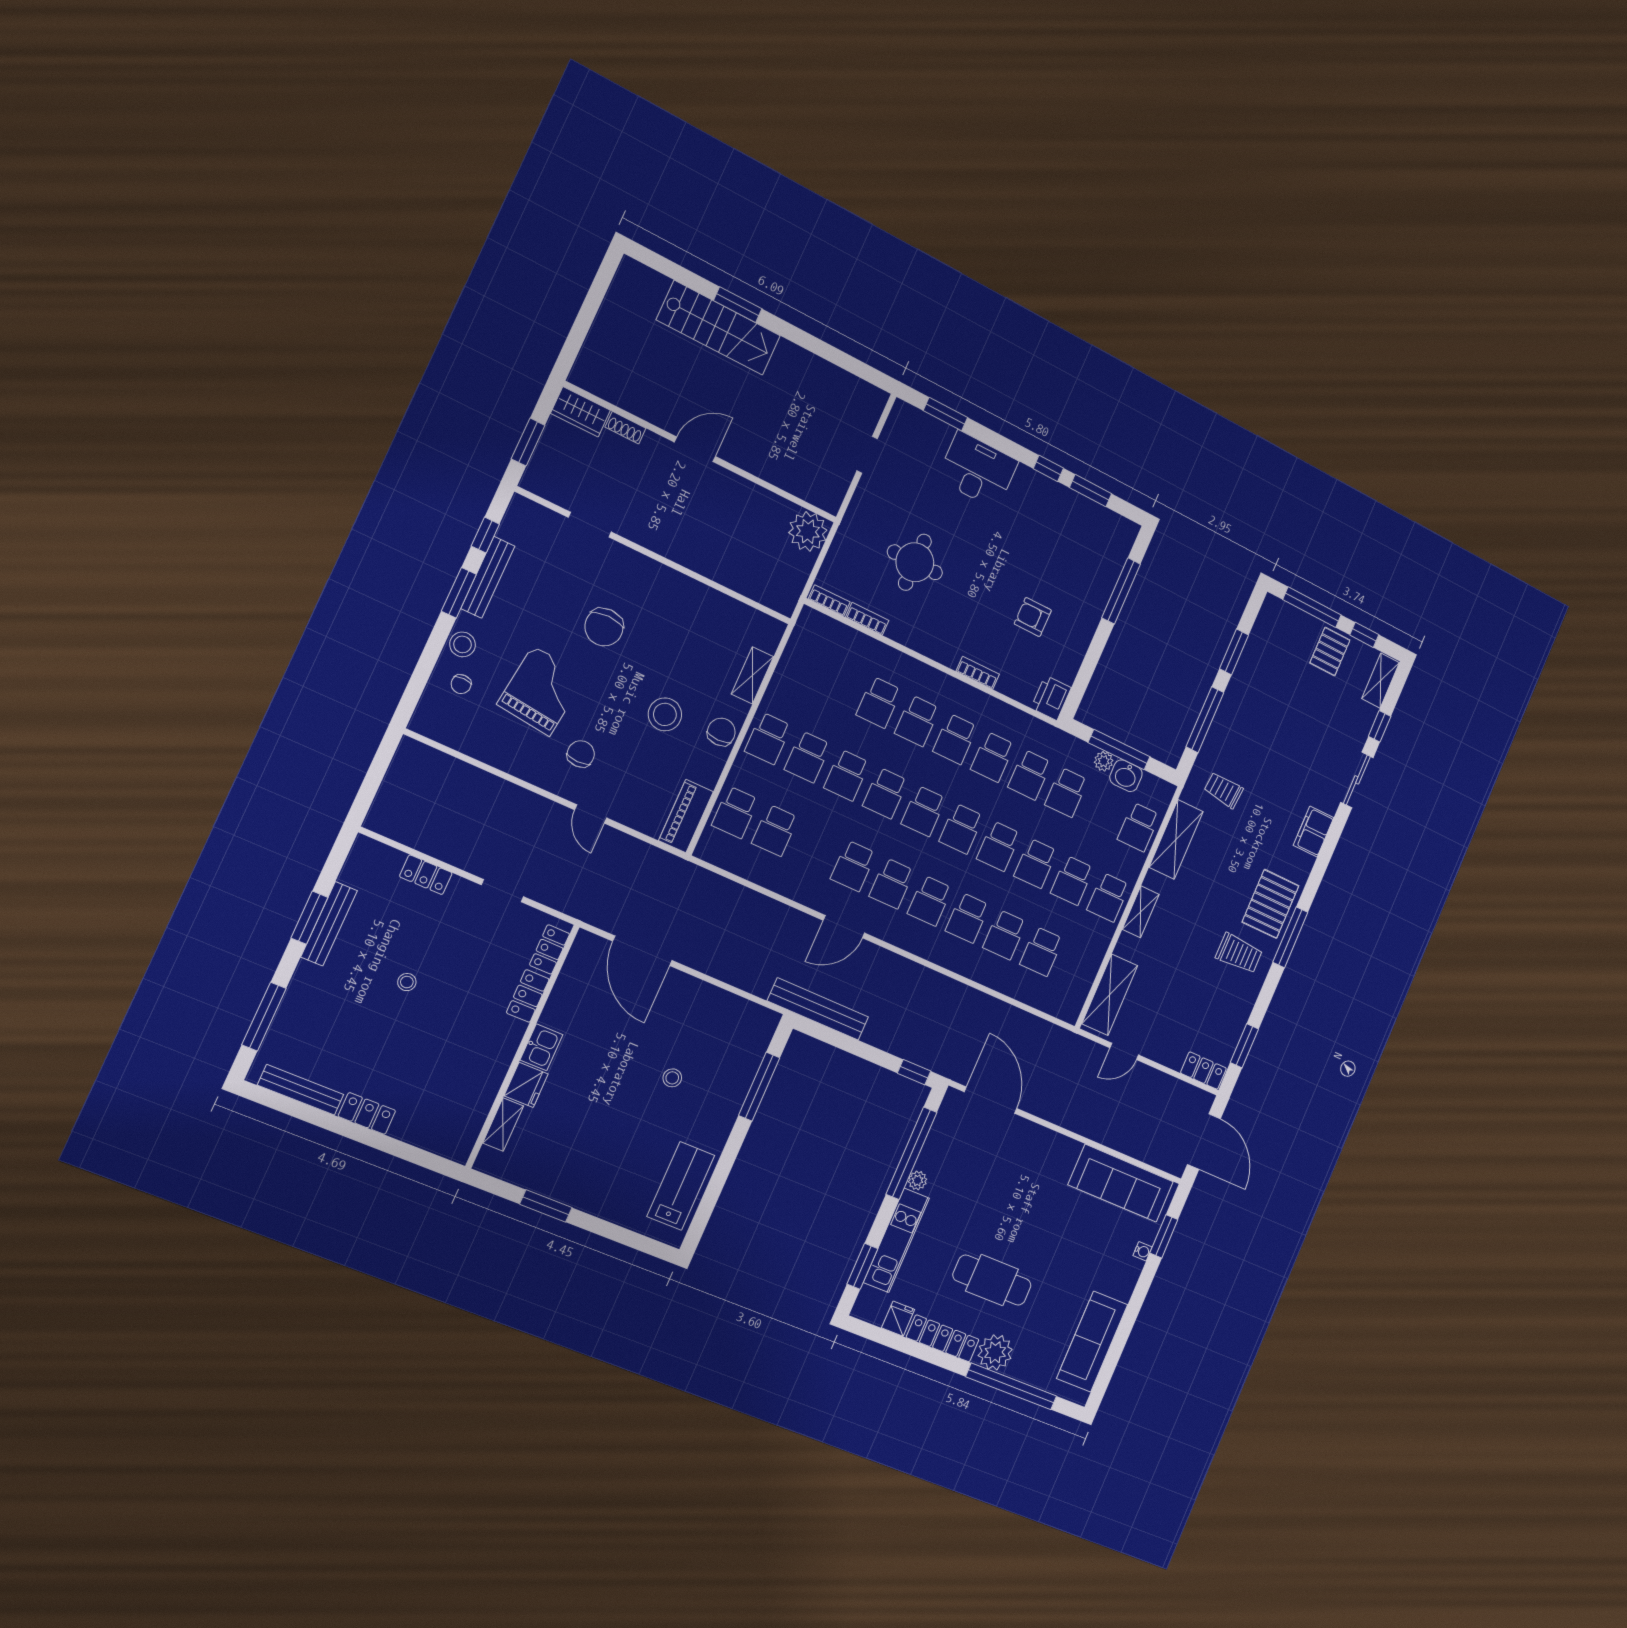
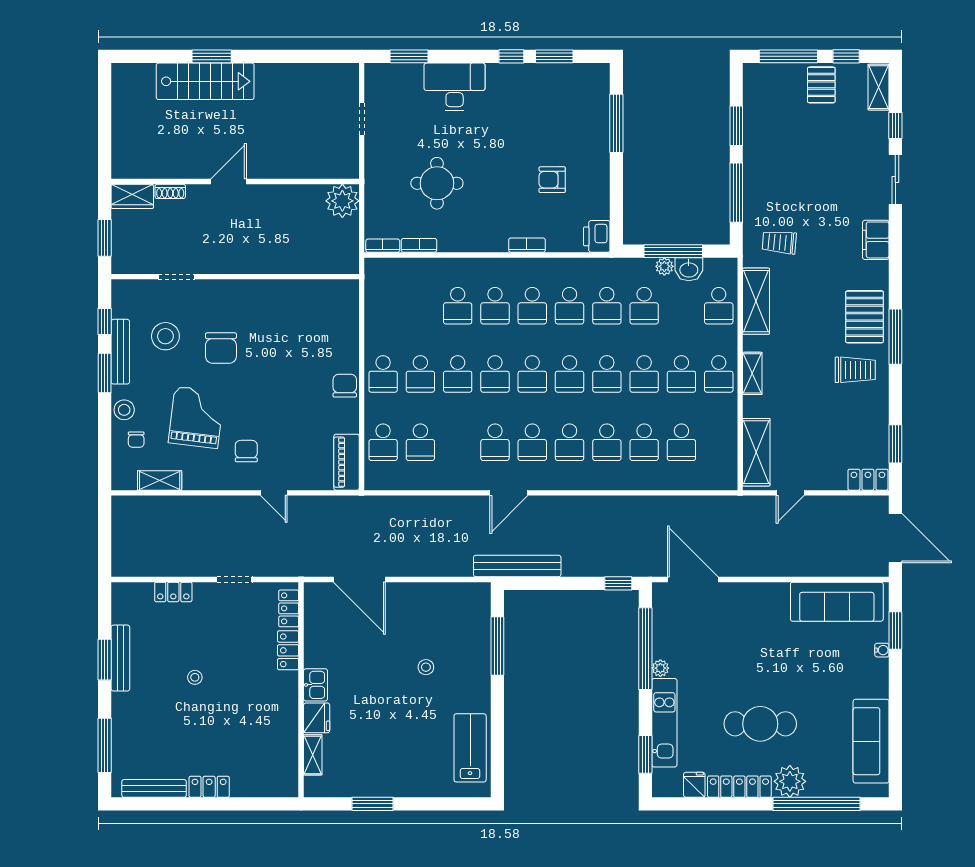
shelving: (752, 675) -> (160, 480), moved, turned 90
stool: (665, 714) -> (165, 336), moved

